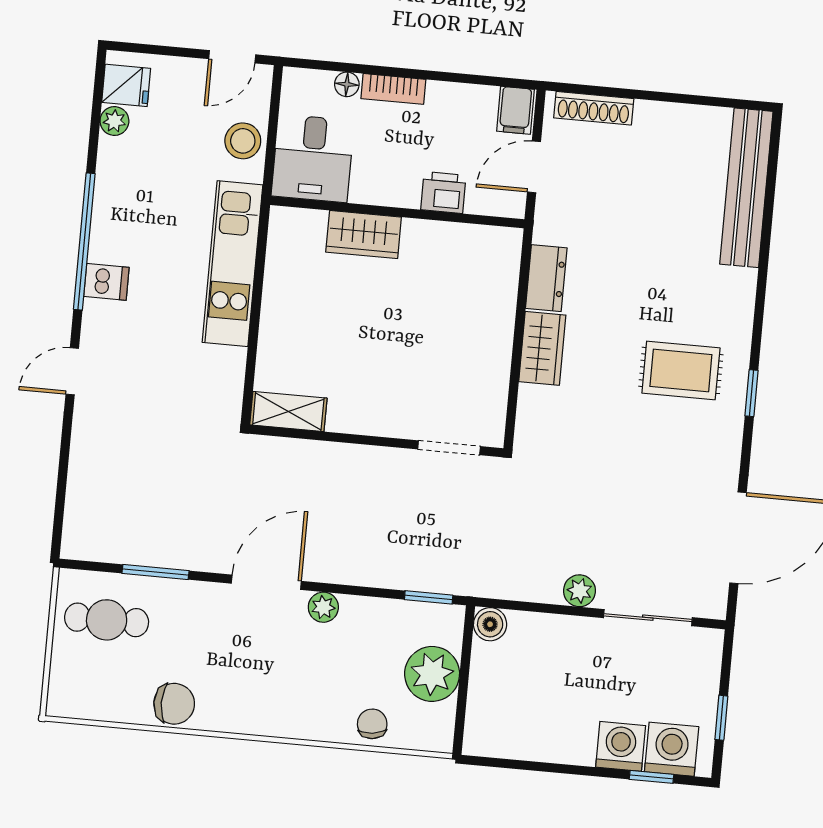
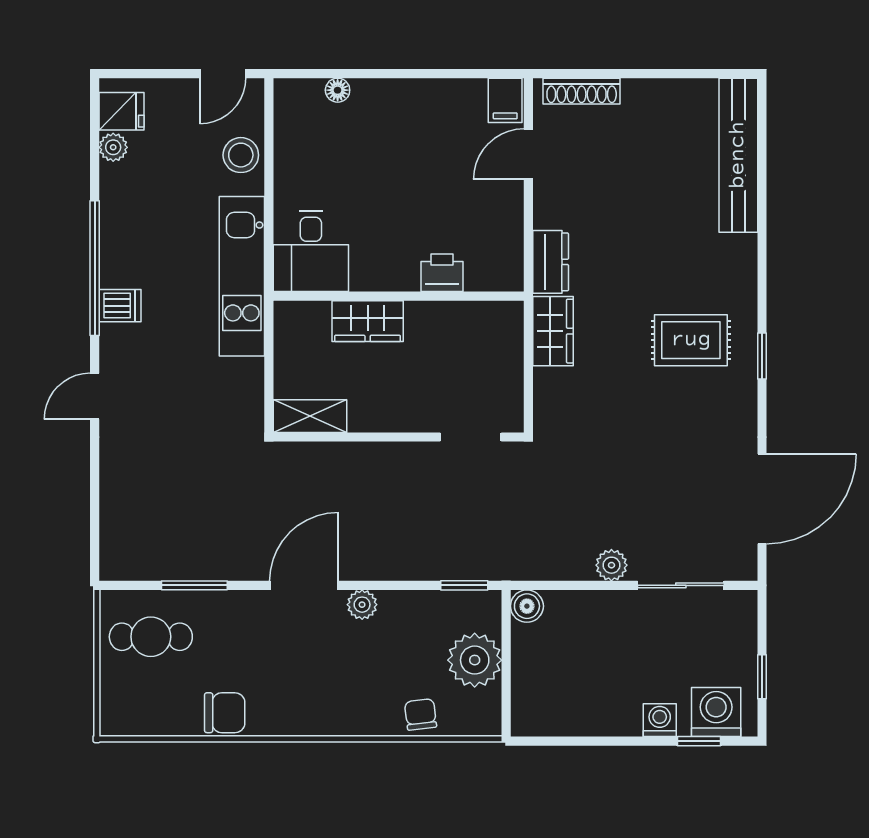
bookcase: (393, 89) -> (384, 90), removed
desk: (313, 158) -> (311, 251), moved
printer: (443, 193) -> (442, 273), moved
wall: (397, 212) -> (399, 296), moved
wardrobe: (364, 235) -> (368, 321), moved
washing machine: (621, 746) -> (660, 720), width x0.73, depth x0.73

